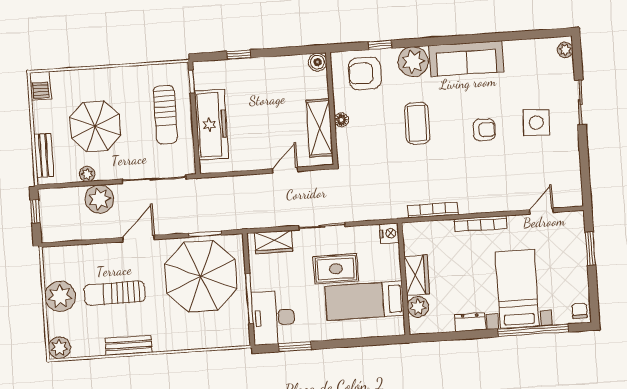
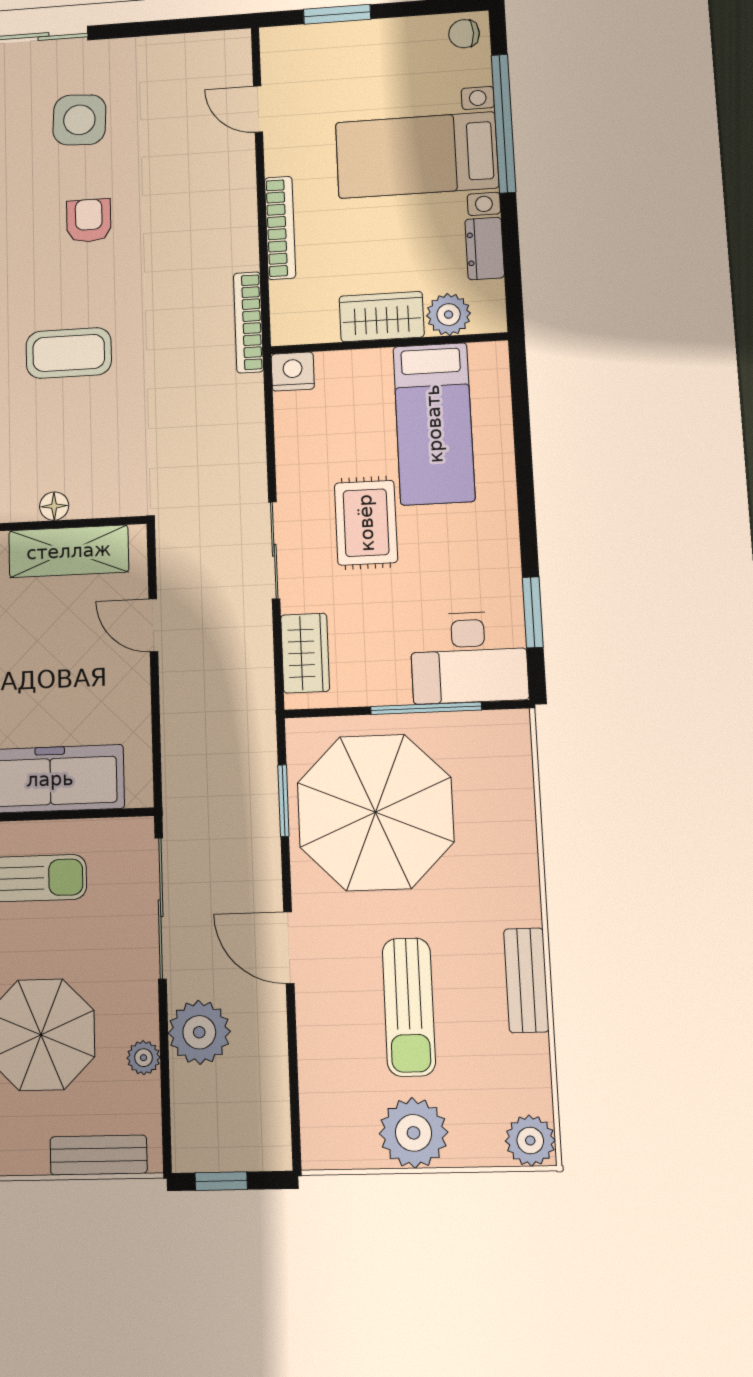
nightstand: (389, 233) -> (293, 372), moved
wardrobe: (417, 275) -> (382, 317), moved
wall: (404, 279) -> (389, 343), moved
bed: (365, 301) -> (434, 424), moved
plant: (418, 307) -> (449, 315), moved

